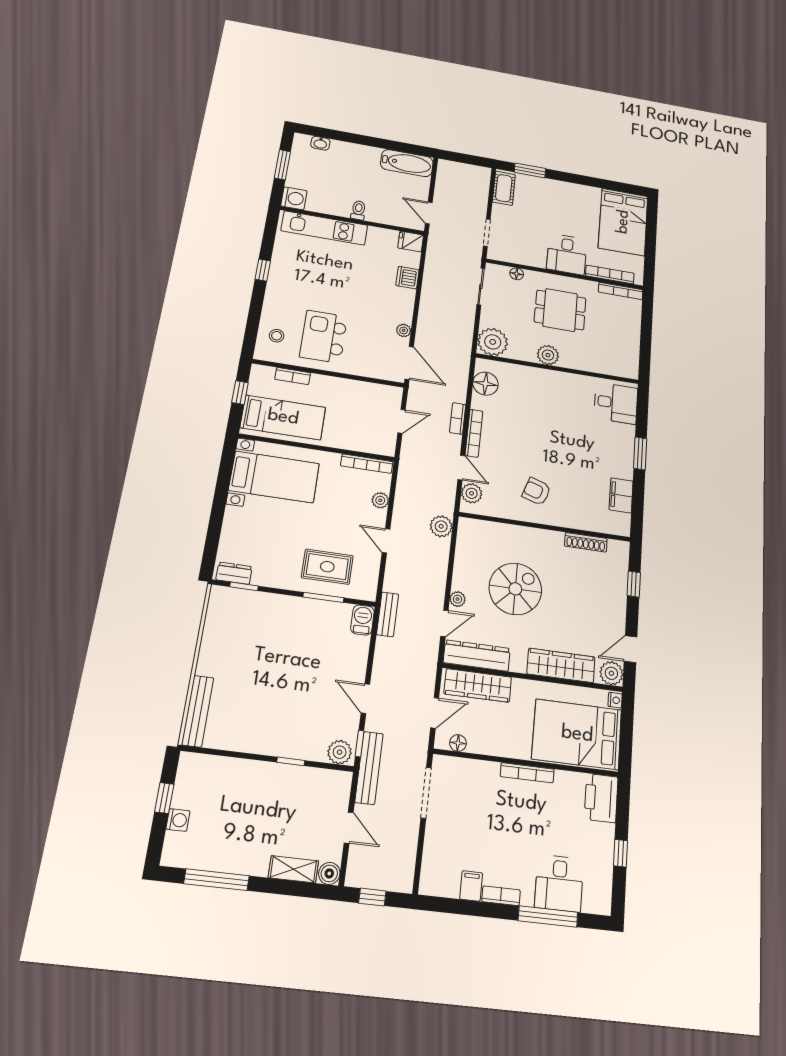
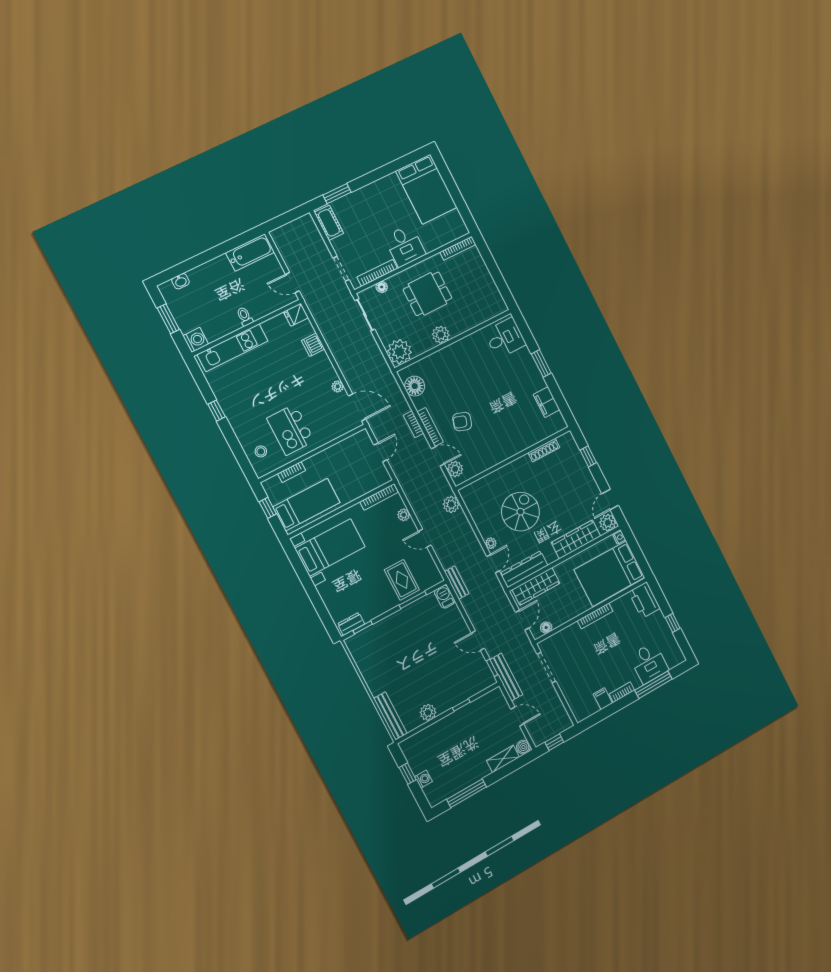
bookcase: (610, 274) -> (377, 273), moved
armchair: (536, 491) -> (462, 422), moved
rug: (327, 567) -> (402, 580), turned 90
plant: (340, 752) -> (428, 712), moved

